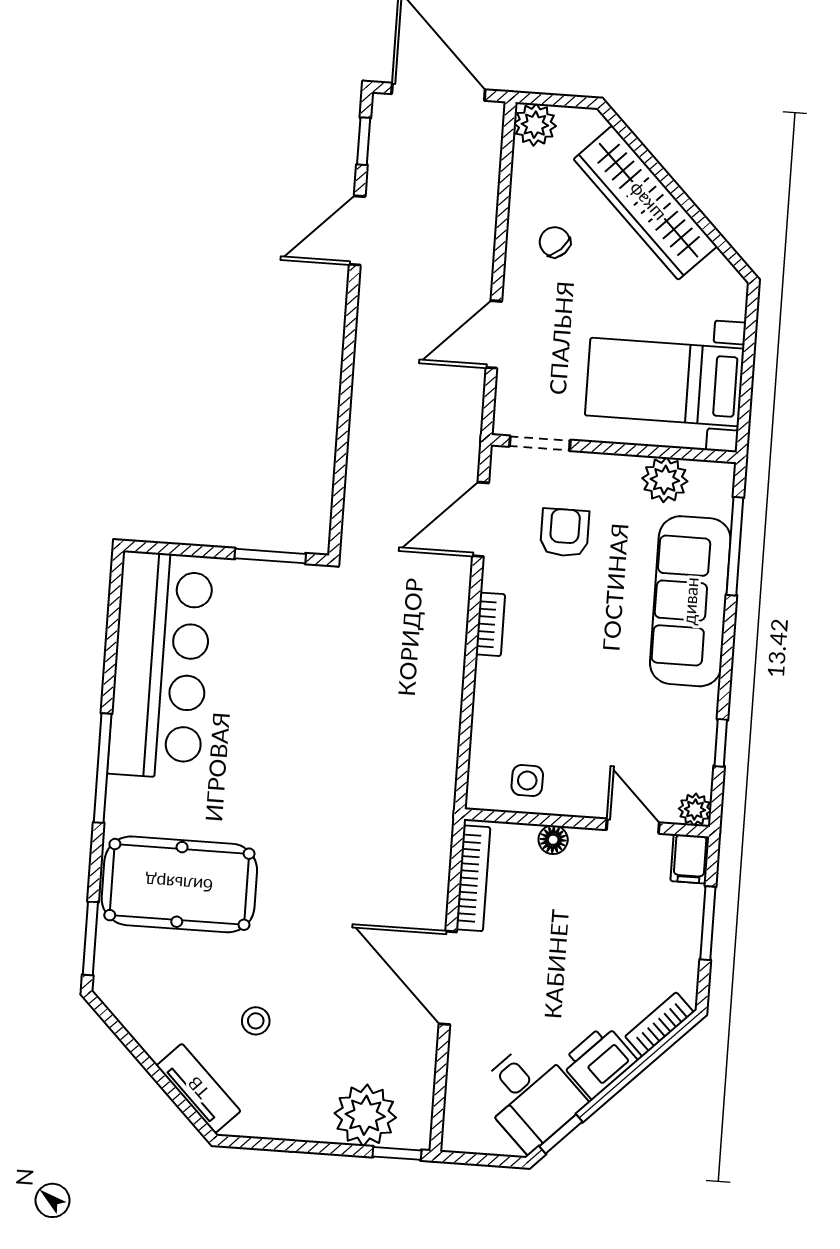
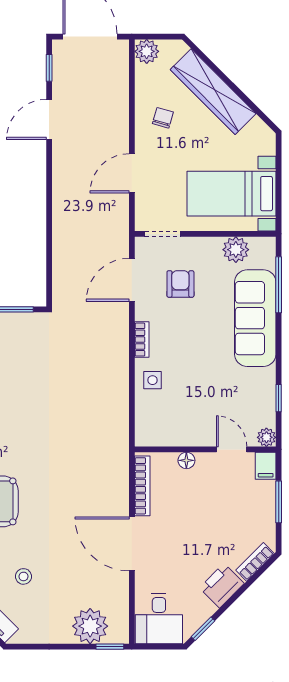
chair: (555, 242) -> (163, 118), turned 60
side table: (527, 781) -> (153, 380), moved
desk: (530, 1096) -> (159, 619), moved, turned 45

